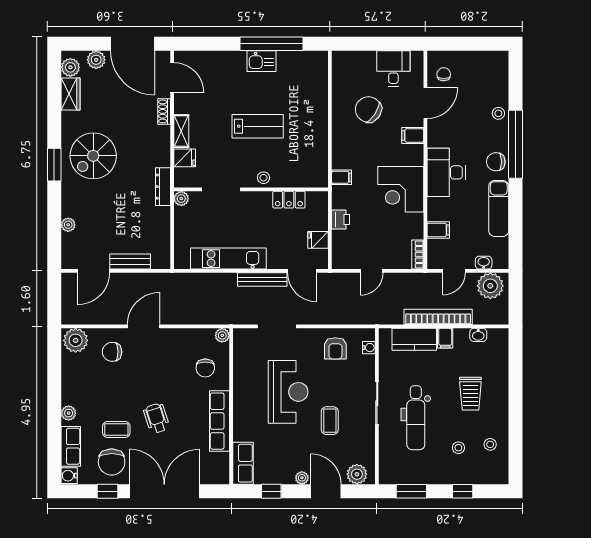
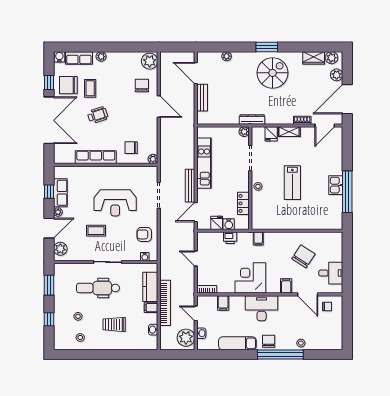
spiral stairs: (93, 156) -> (273, 73), turned 90
water cooler: (320, 222) -> (229, 224), added
row of seats: (243, 463) -> (60, 193), moved, turned -90

